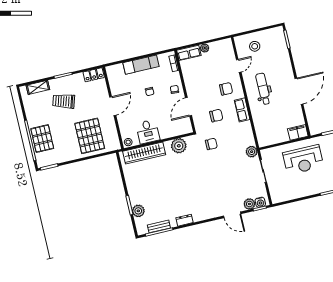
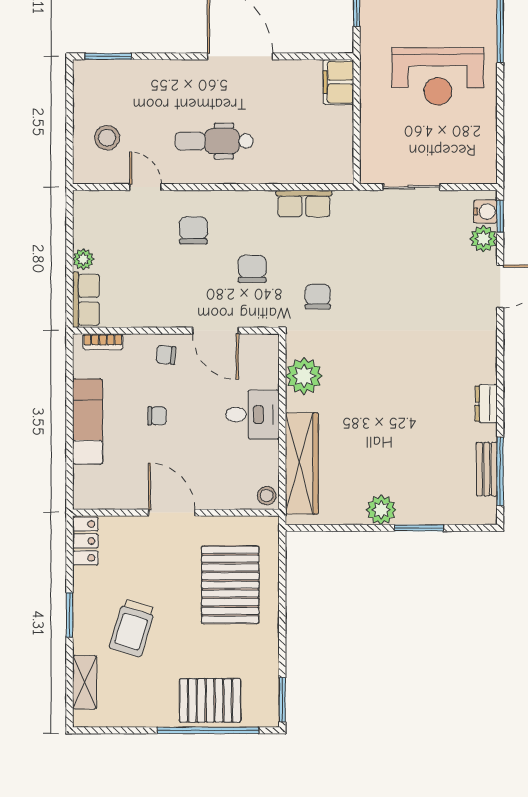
row of seats: (242, 110) -> (304, 204), moved
desk: (148, 132) -> (253, 415), moved
pallet: (90, 136) -> (230, 585), turned 90
plant: (252, 152) -> (359, 204), removed
reception desk: (303, 160) -> (438, 76), moved, turned 90
plant: (138, 211) -> (381, 510), moved

